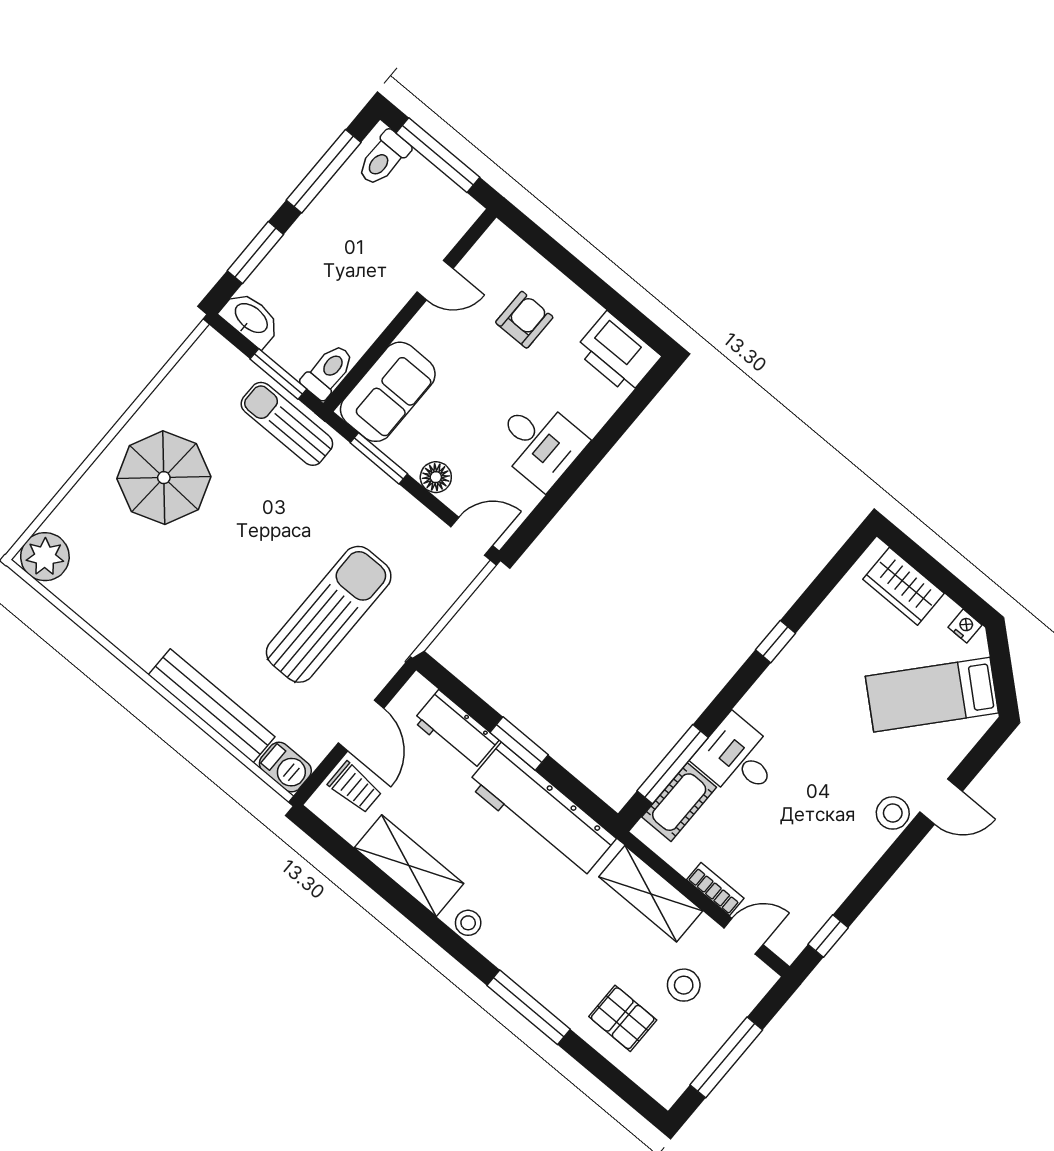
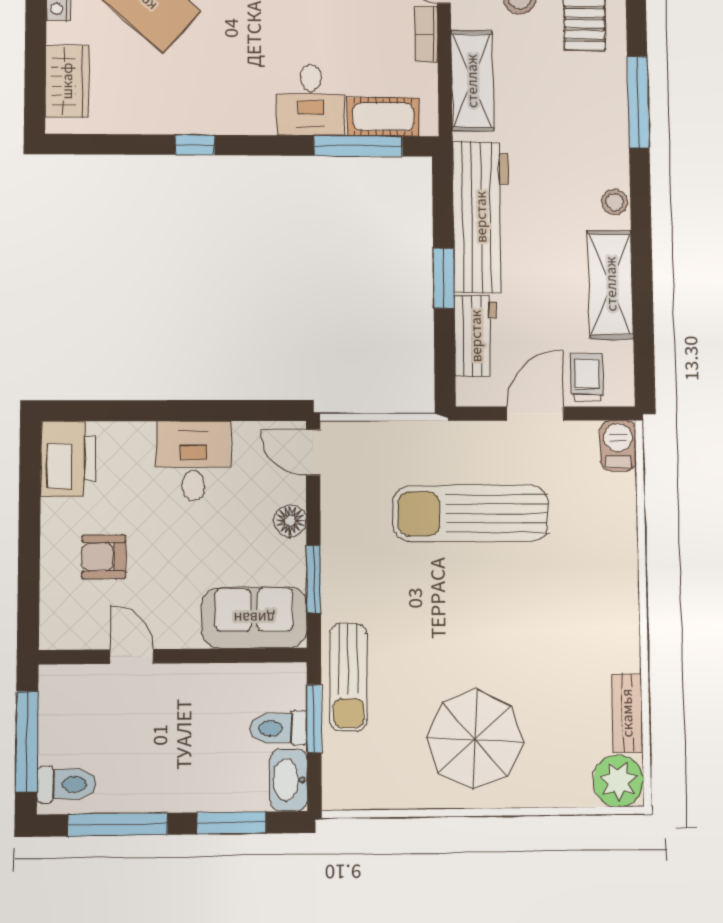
toilet: (328, 371) -> (278, 728), moved
bench: (212, 706) -> (627, 713), moved, width x0.54, depth x0.82

